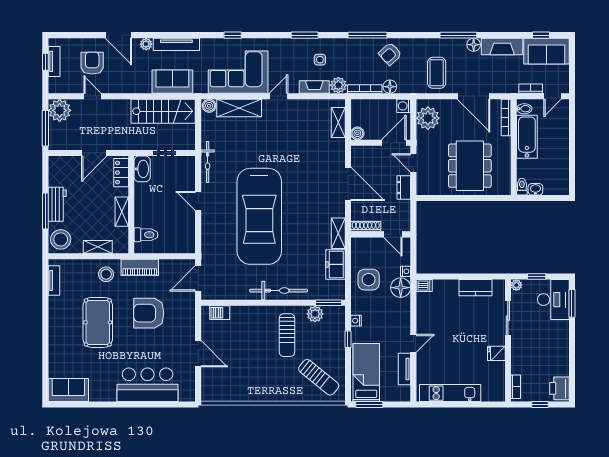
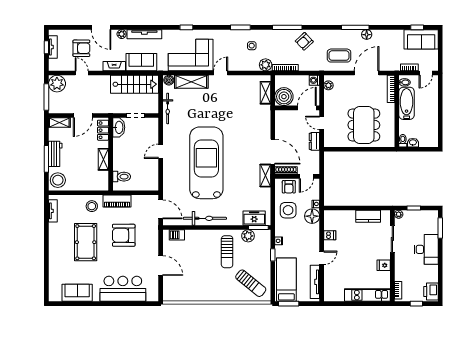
fireplace: (502, 47) -> (388, 36), removed
armchair: (92, 63) -> (81, 48), turned 90
coffee table: (437, 73) -> (339, 56), turned 90
fireplace: (314, 87) -> (114, 66), moved
floor lamp: (390, 87) -> (304, 66), removed
door: (474, 96) -> (367, 73), swing flipped
plant: (428, 118) -> (328, 85), width x0.53, depth x0.53
boiler: (357, 133) -> (284, 97), width x1.86, depth x1.86
bicycle: (208, 162) -> (168, 108), moved
door: (348, 184) -> (273, 152), moved
door: (198, 201) -> (161, 151), hinge flipped
car: (259, 216) -> (206, 163), turned 180
door: (393, 234) -> (306, 176), hinge flipped
shelving: (98, 247) -> (59, 122), moved
armchair: (369, 248) -> (289, 187), added
freezer: (335, 264) -> (254, 218), moved, turned 90
door: (198, 278) -> (161, 209), swing flipped
dishwasher: (424, 286) -> (330, 235), moved
bicycle: (279, 291) -> (205, 218), moved
desk: (553, 300) -> (426, 249), moved
tv unit: (404, 369) -> (315, 282), width x1.41
sofa: (68, 390) -> (77, 293), moved
kitchen unit: (450, 393) -> (367, 295), moved

